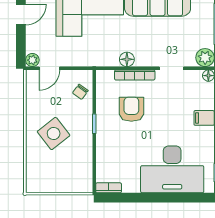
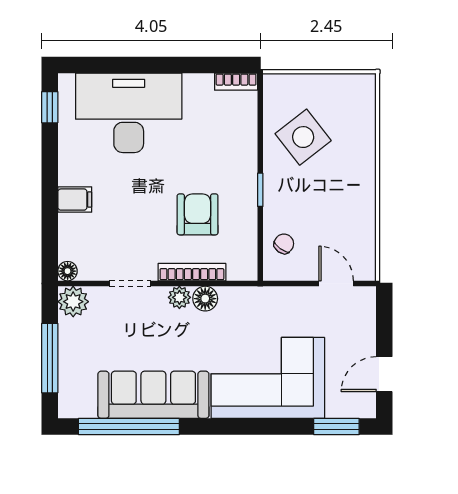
plant: (32, 60) -> (179, 297), moved
door: (49, 68) -> (336, 283), hinge flipped
armchair: (131, 109) -> (198, 214), turned 180
side table: (54, 134) -> (303, 137), moved

